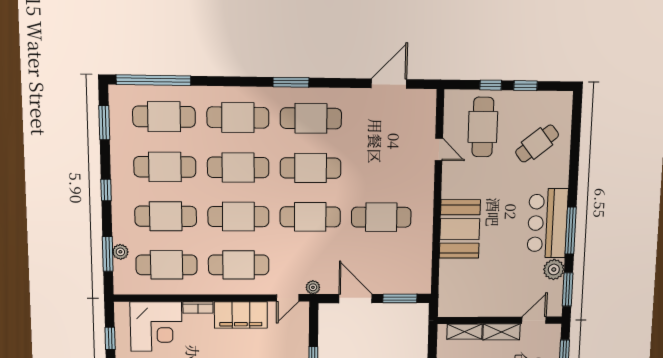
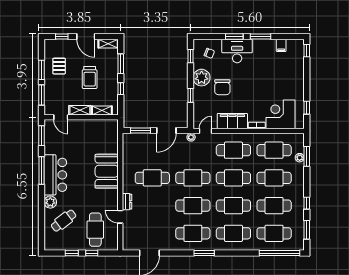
dresser: (426, 176) -> (127, 202), added
window: (106, 190) -> (307, 203), moved
plant: (554, 269) -> (50, 202), moved
door: (355, 299) -> (166, 130), hinge flipped
door: (534, 320) -> (61, 117), hinge flipped

